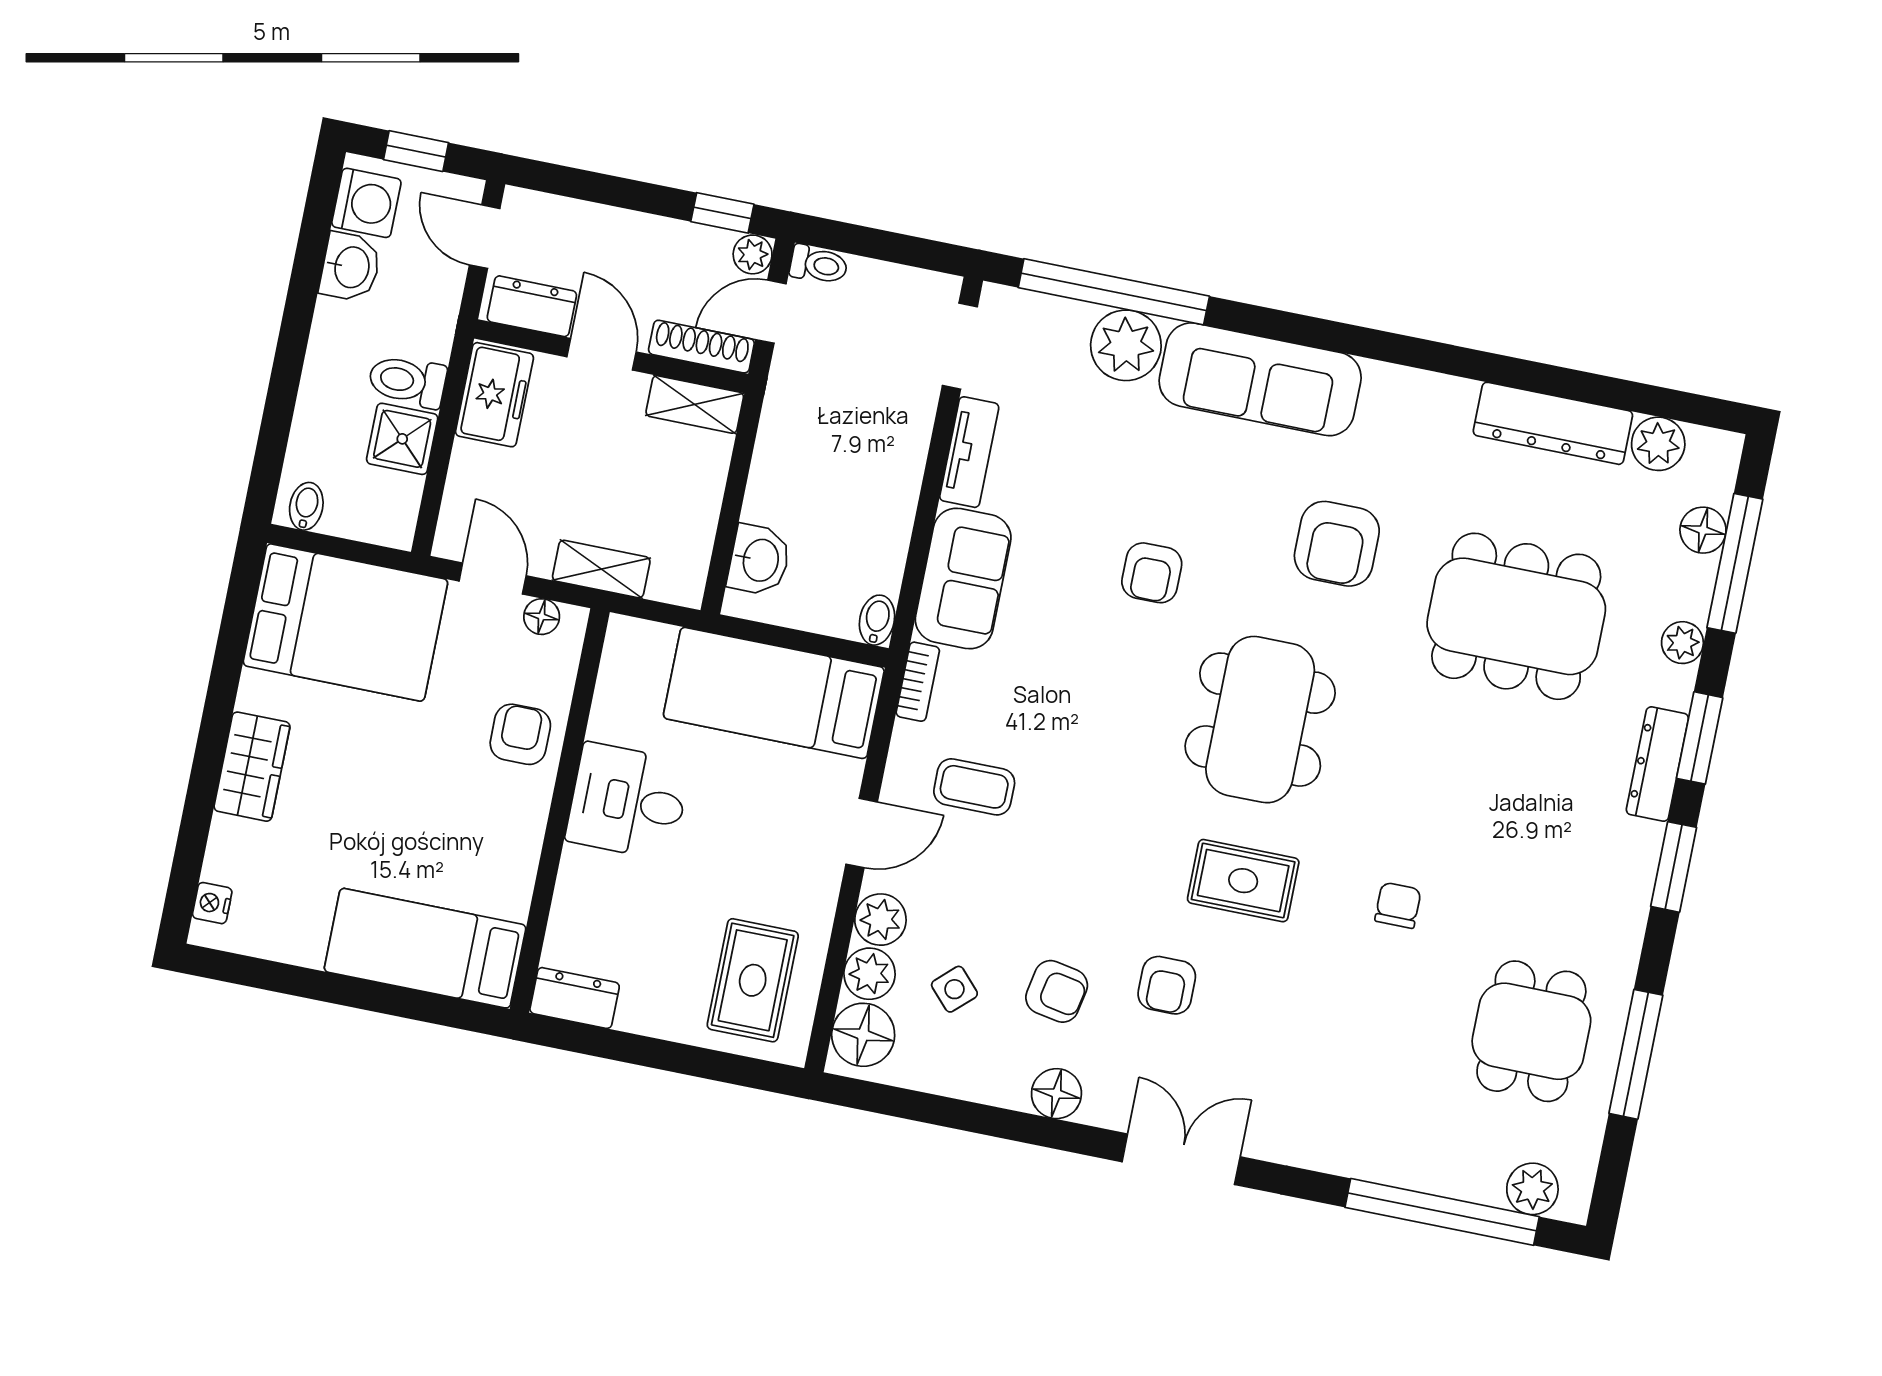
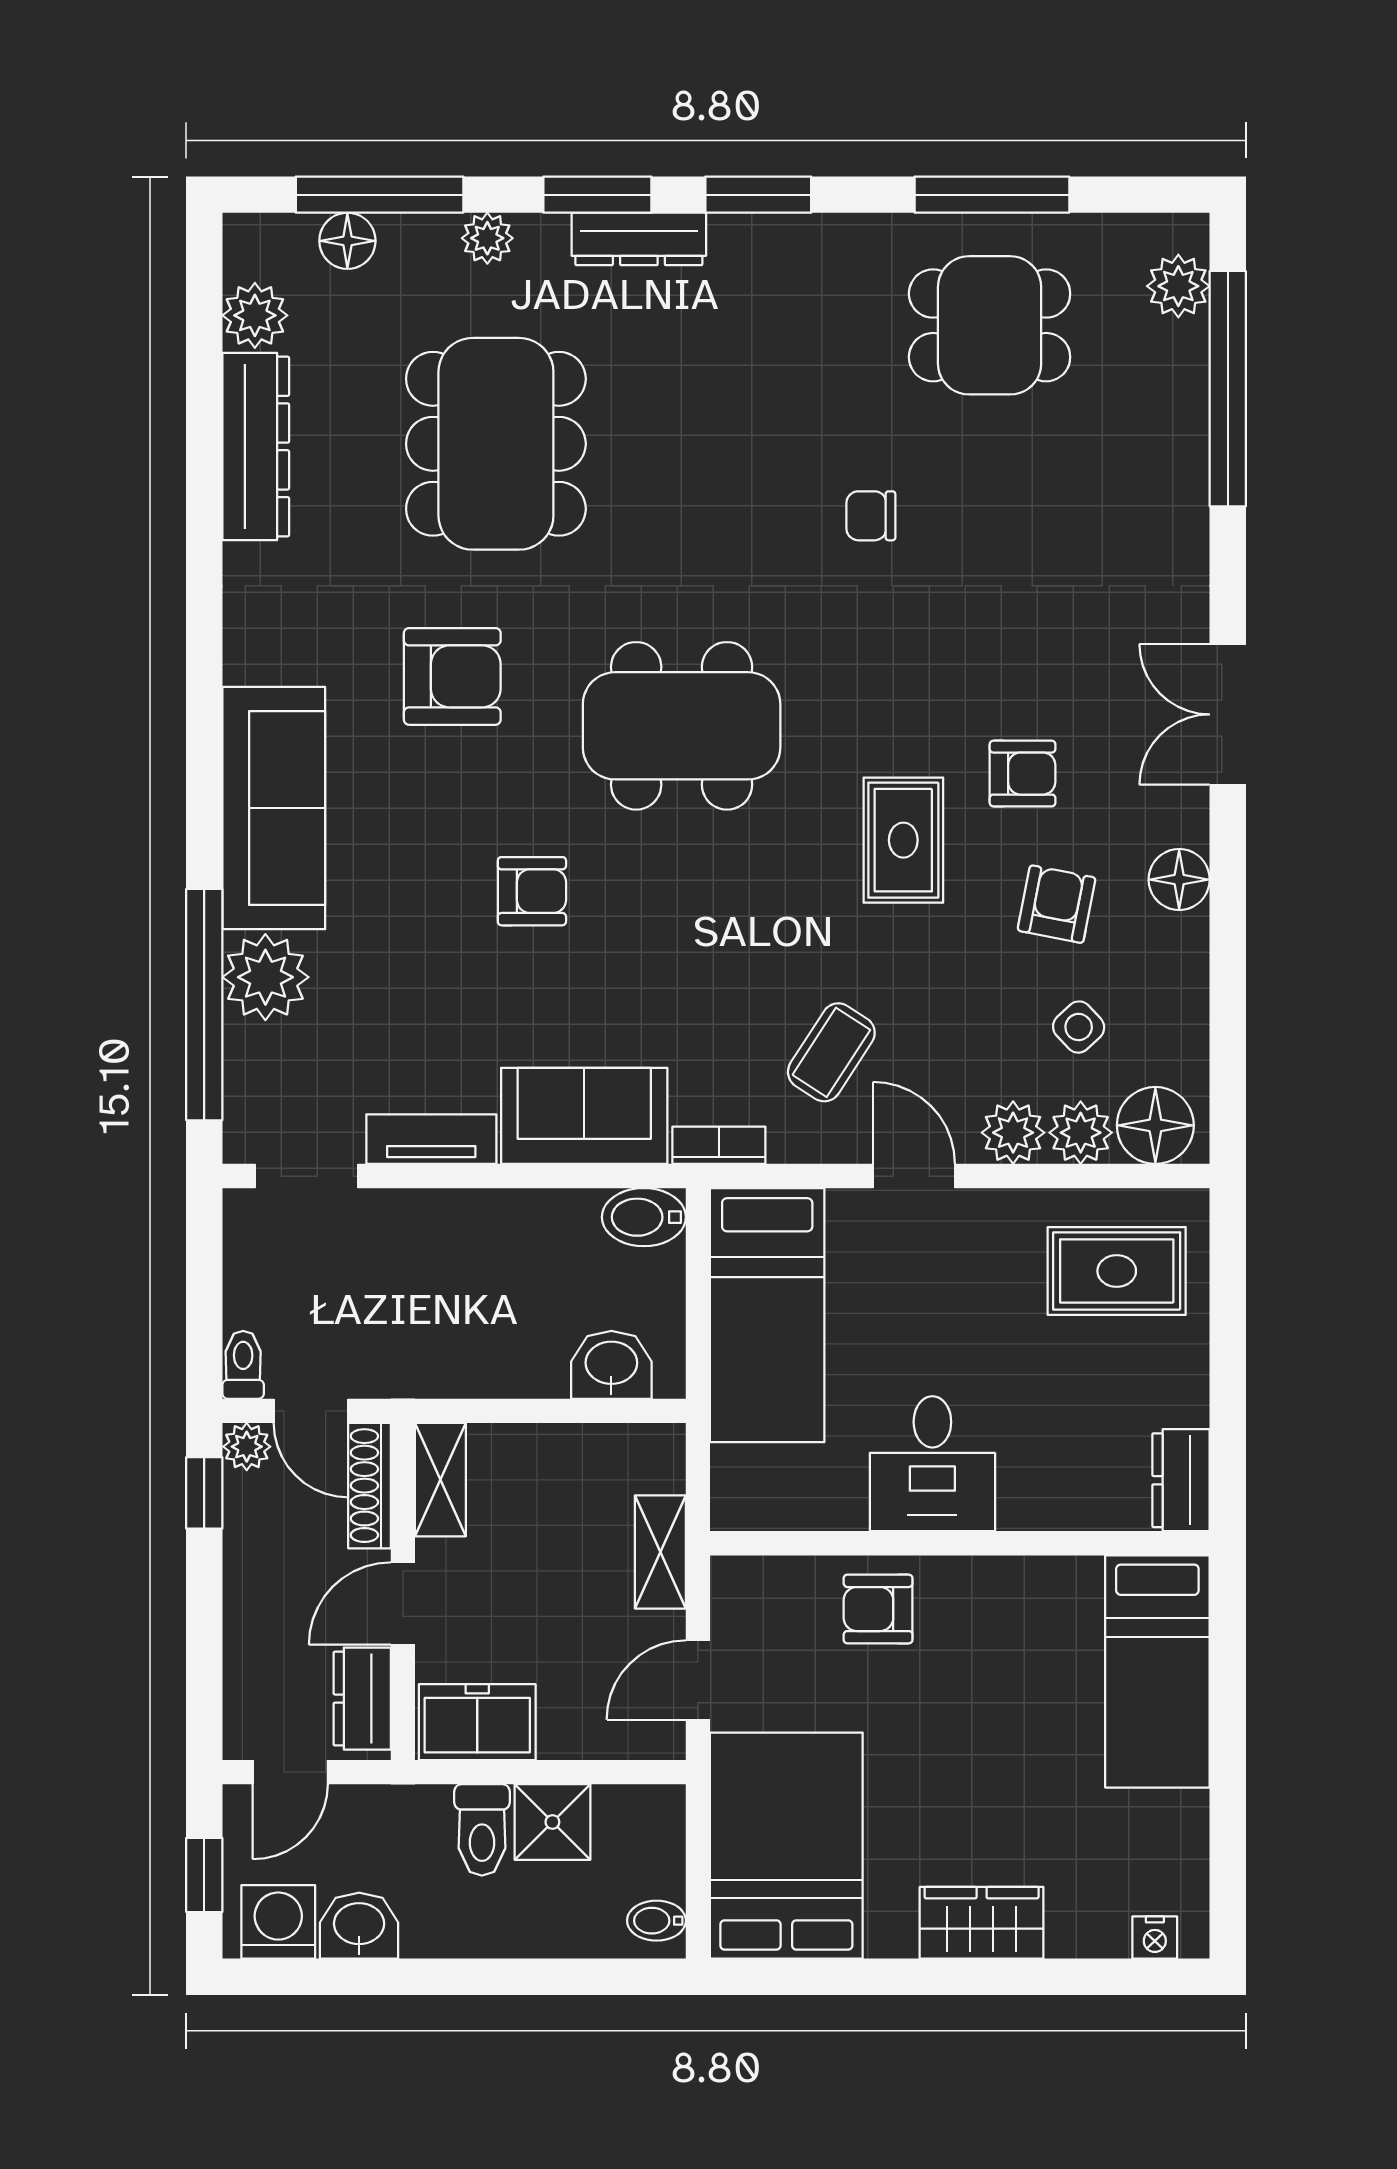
floor lamp: (542, 617) -> (732, 1612), removed
bidet: (877, 620) -> (644, 1217), width x1.38, depth x1.36
coffee table: (974, 787) -> (831, 1052), turned 33
rug: (1243, 881) -> (903, 840), moved

